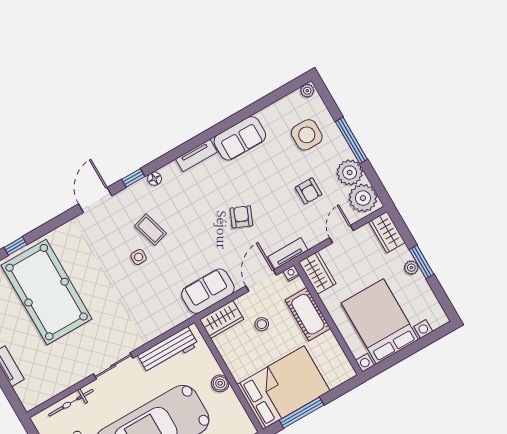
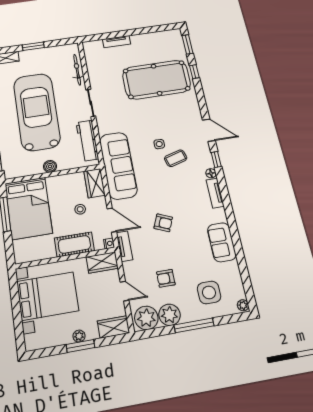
tv unit: (196, 155) -> (215, 193), moved
sofa: (208, 291) -> (118, 165), width x1.85, depth x1.27

